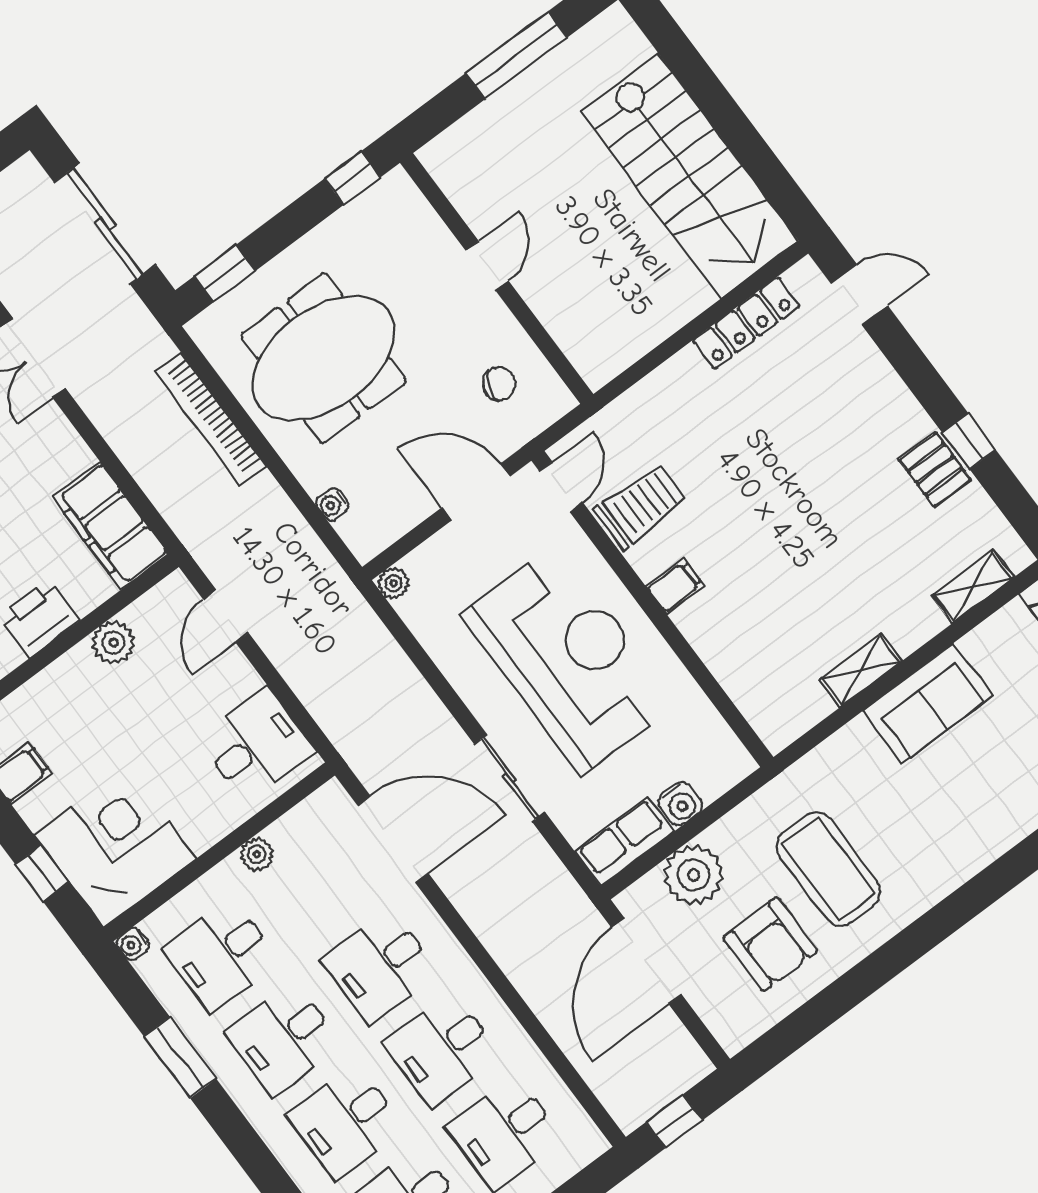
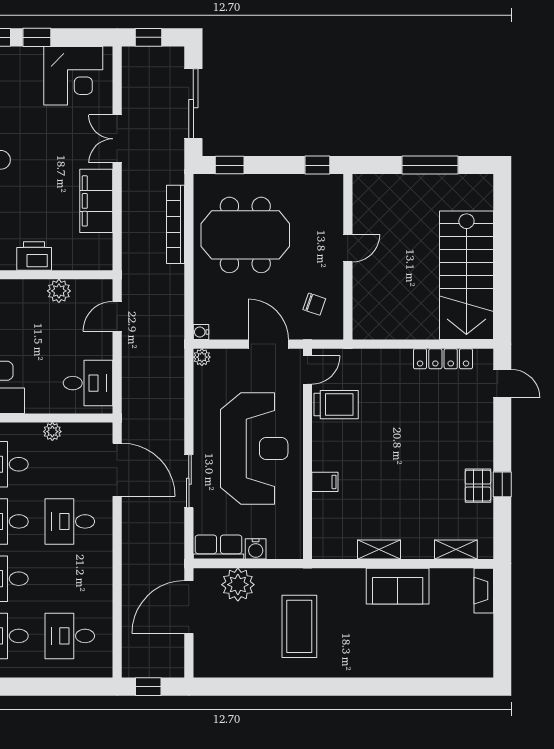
water cooler: (332, 504) -> (201, 332), moved
filing cabinet: (111, 526) -> (96, 201), moved
filing cabinet: (675, 586) -> (325, 482), moved
armchair: (770, 944) -> (249, 640), removed
desk: (442, 1050) -> (70, 579), removed

